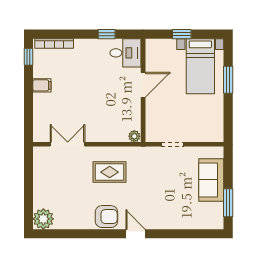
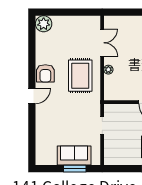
plant: (134, 136) -> (108, 70), moved
rug: (110, 172) -> (80, 76), width x1.36, depth x1.43
window: (228, 203) -> (75, 169), moved

